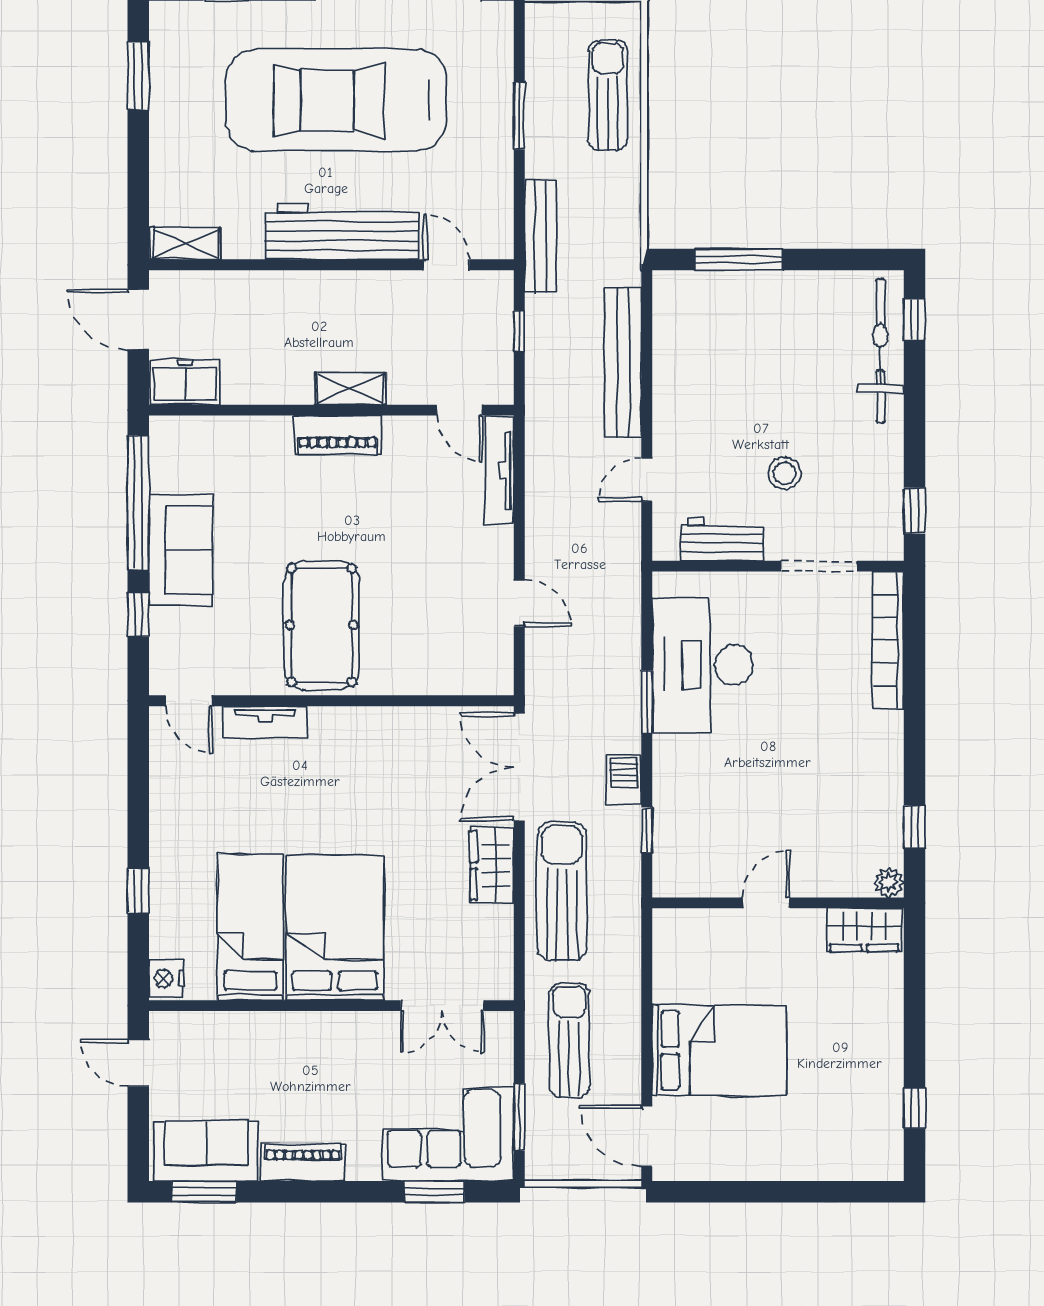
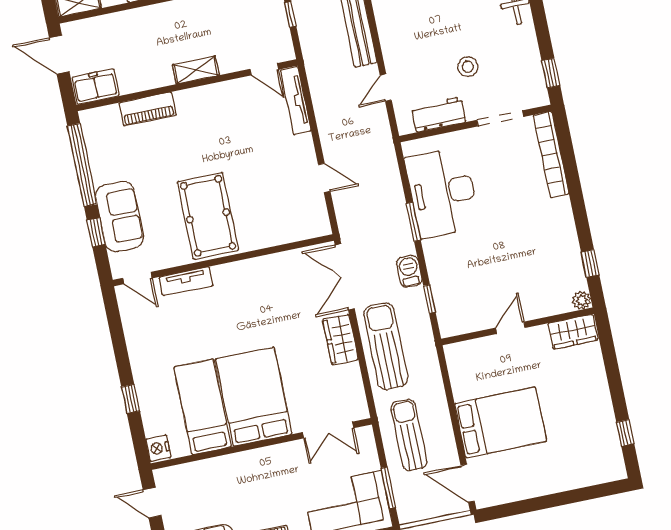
piano: (338, 435) -> (148, 109), moved
sofa: (181, 550) -> (120, 216), moved

